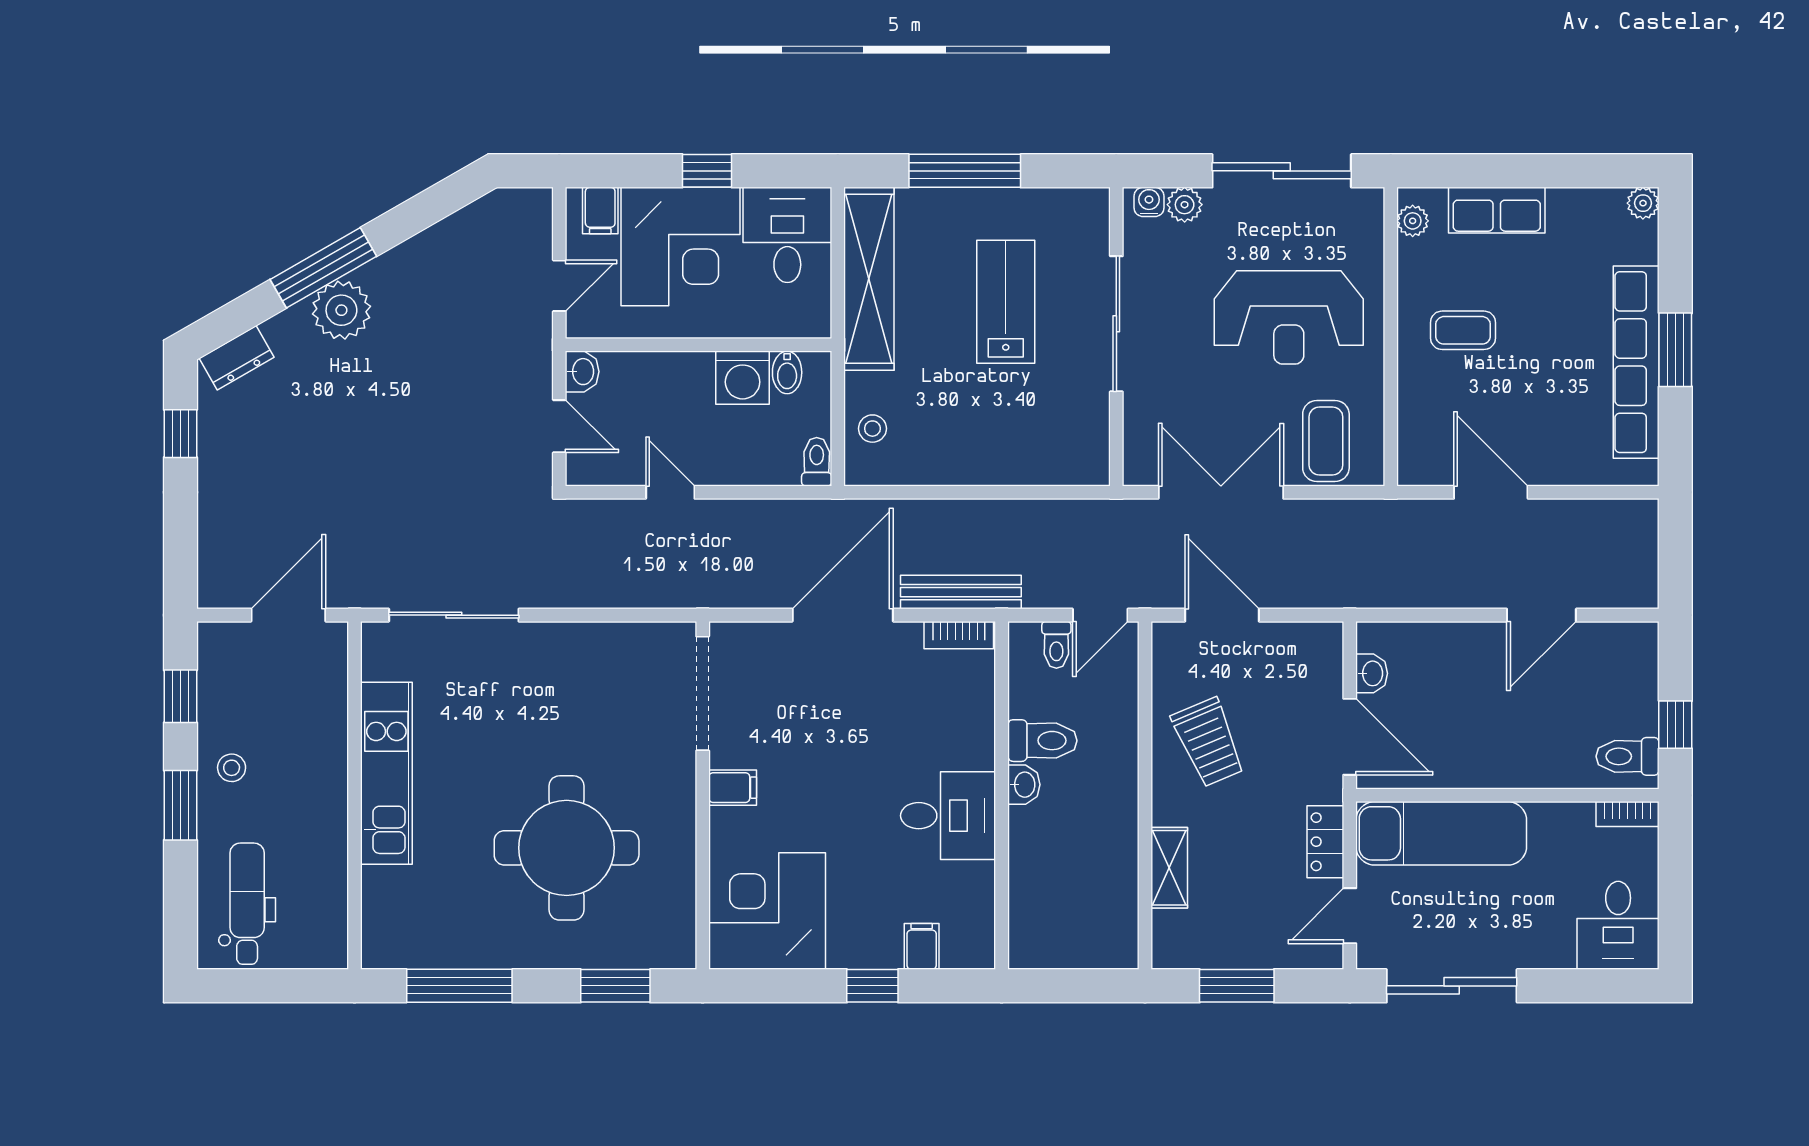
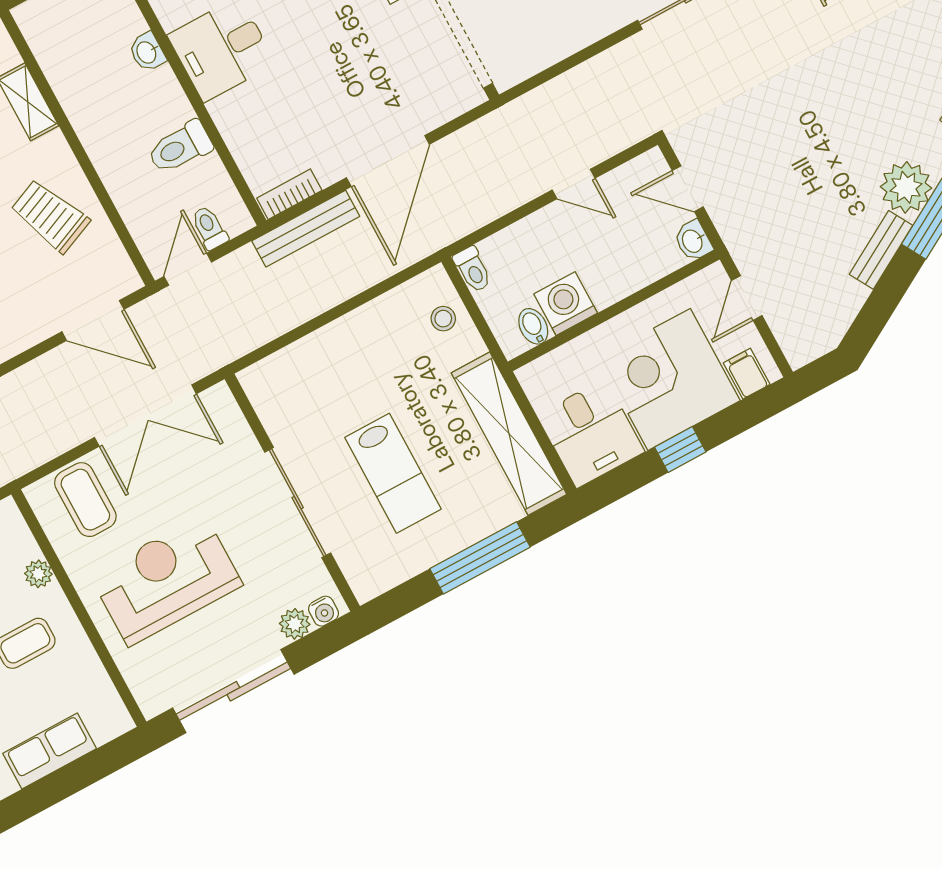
plant: (1413, 221) -> (38, 574), moved
bench: (400, 261) -> (881, 250), added
washbasin: (1024, 785) -> (147, 52), moved

